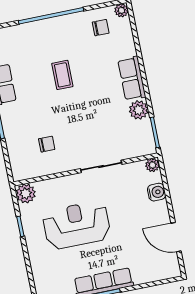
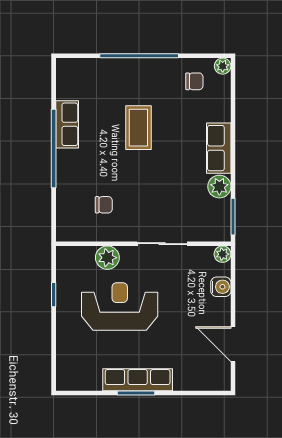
coffee table: (62, 75) -> (138, 128), width x1.36, depth x1.30
plant: (26, 194) -> (107, 258), moved

